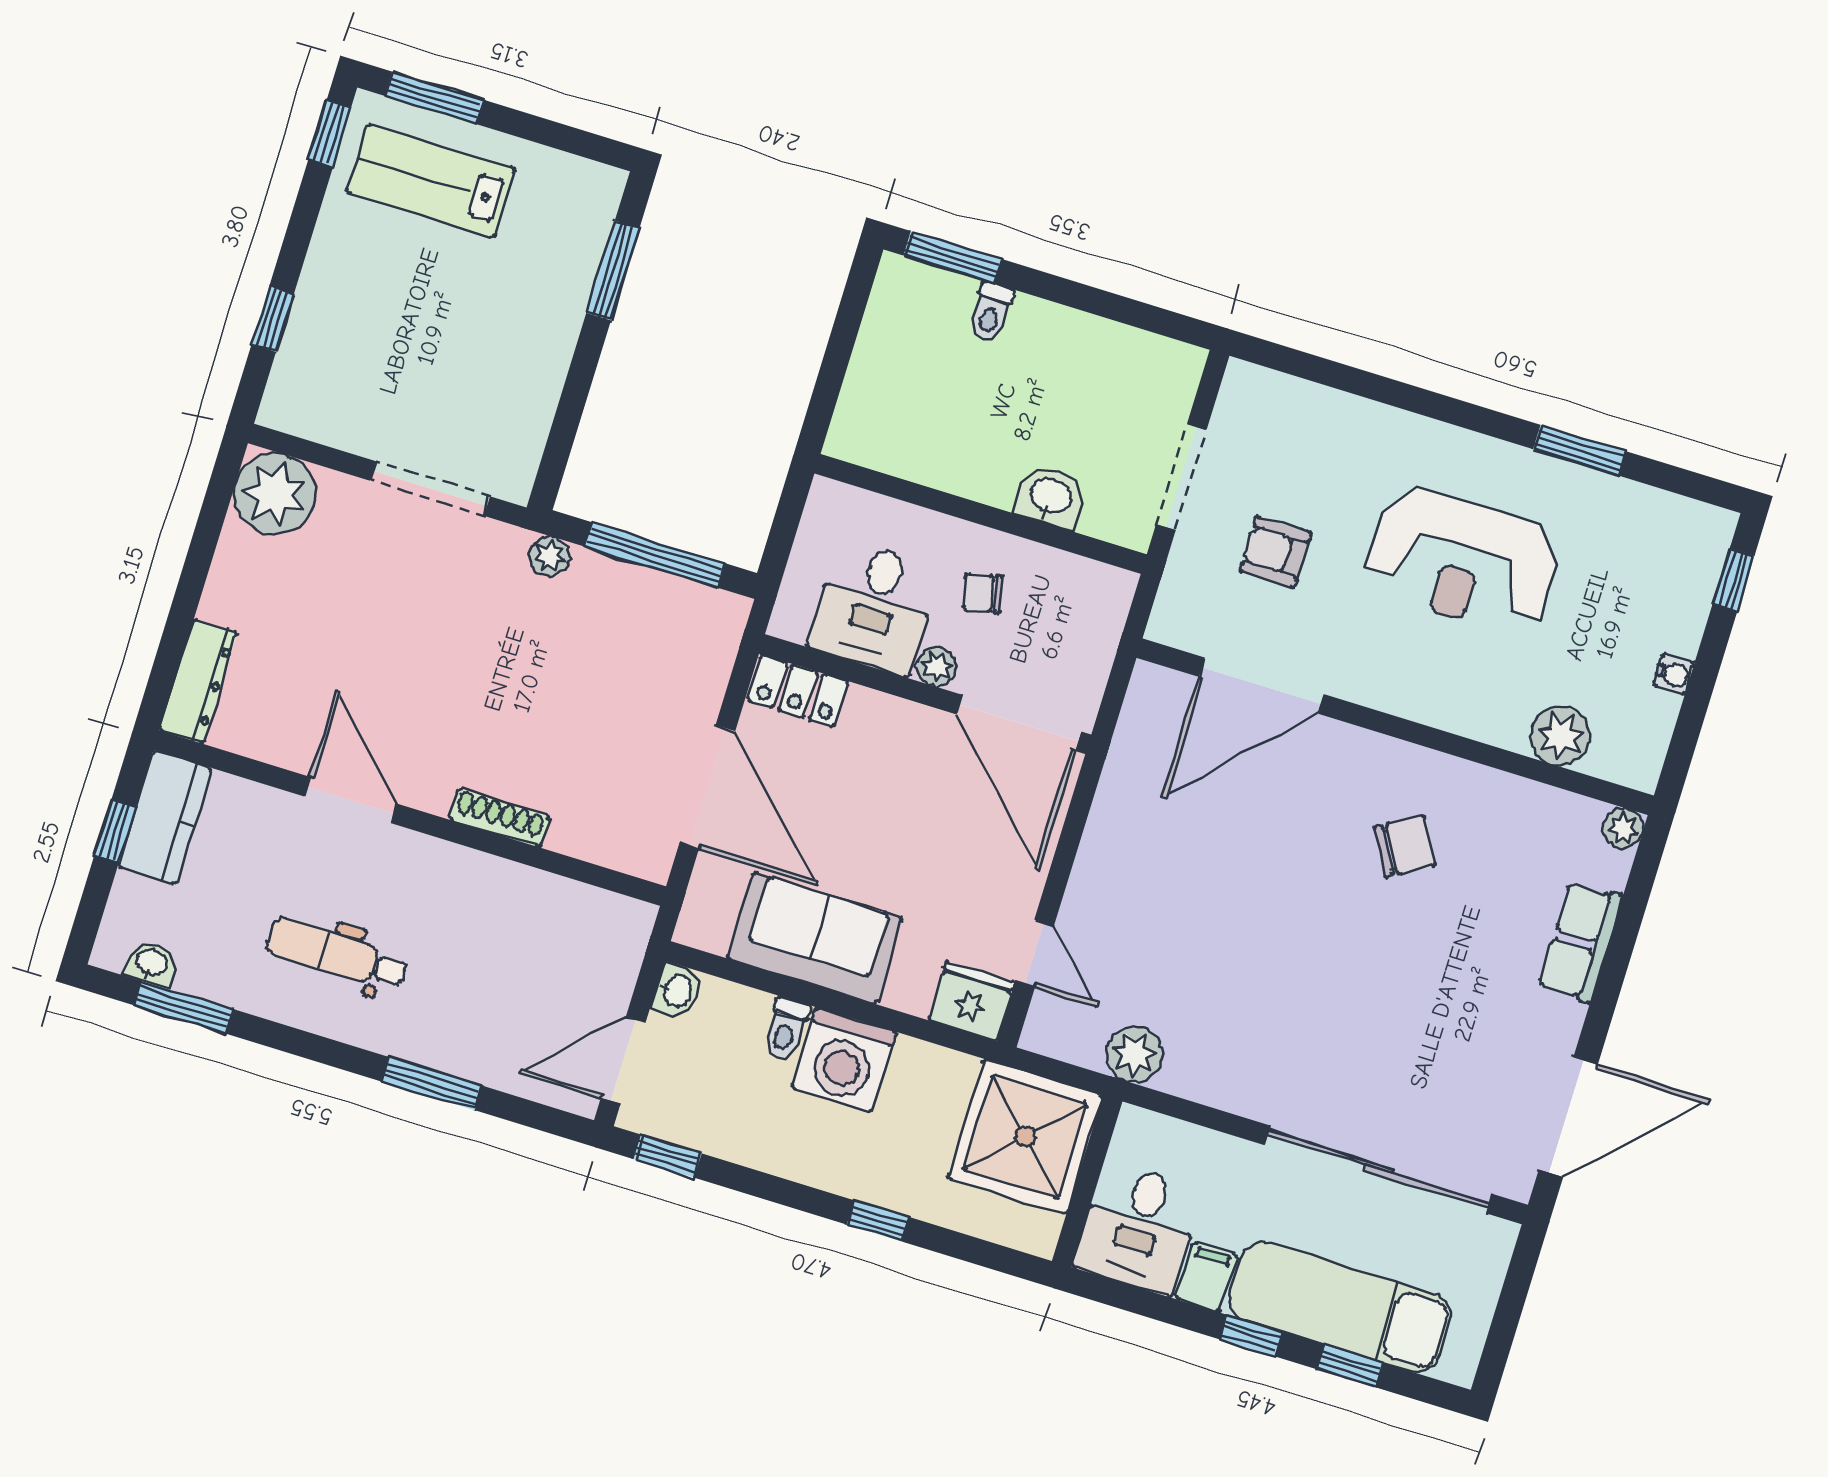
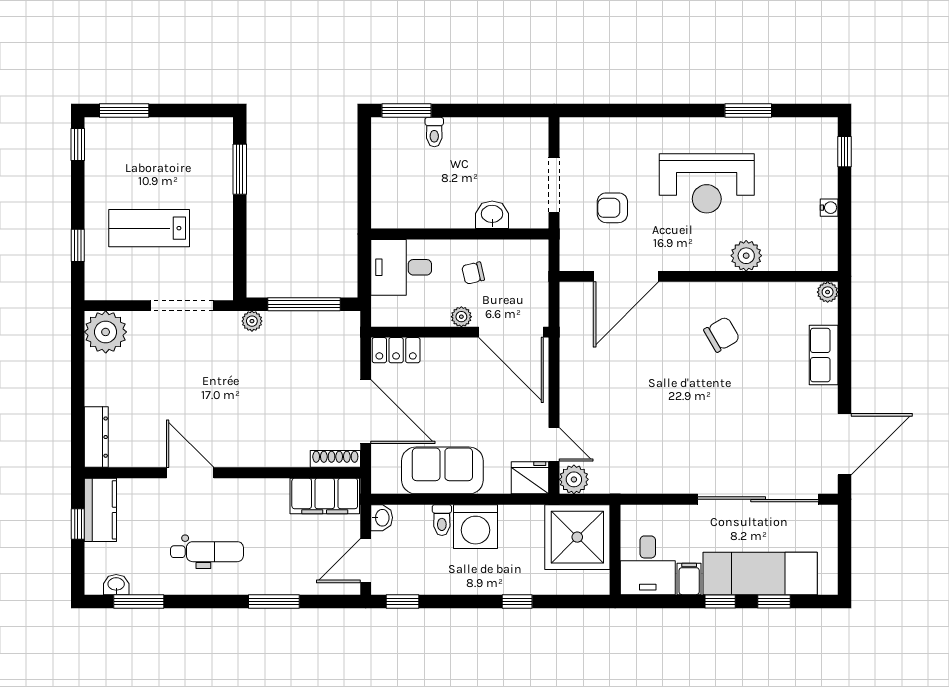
lab bench: (431, 181) -> (149, 228), moved
desk: (874, 607) -> (401, 267), moved, turned 90
plant: (1560, 736) -> (746, 256), moved
shoe rack: (499, 818) -> (335, 459), moved
filing cabinet: (584, 919) -> (325, 496), added
dental chair: (337, 954) -> (207, 552), turned 180
plant: (1134, 1054) -> (574, 479), moved

